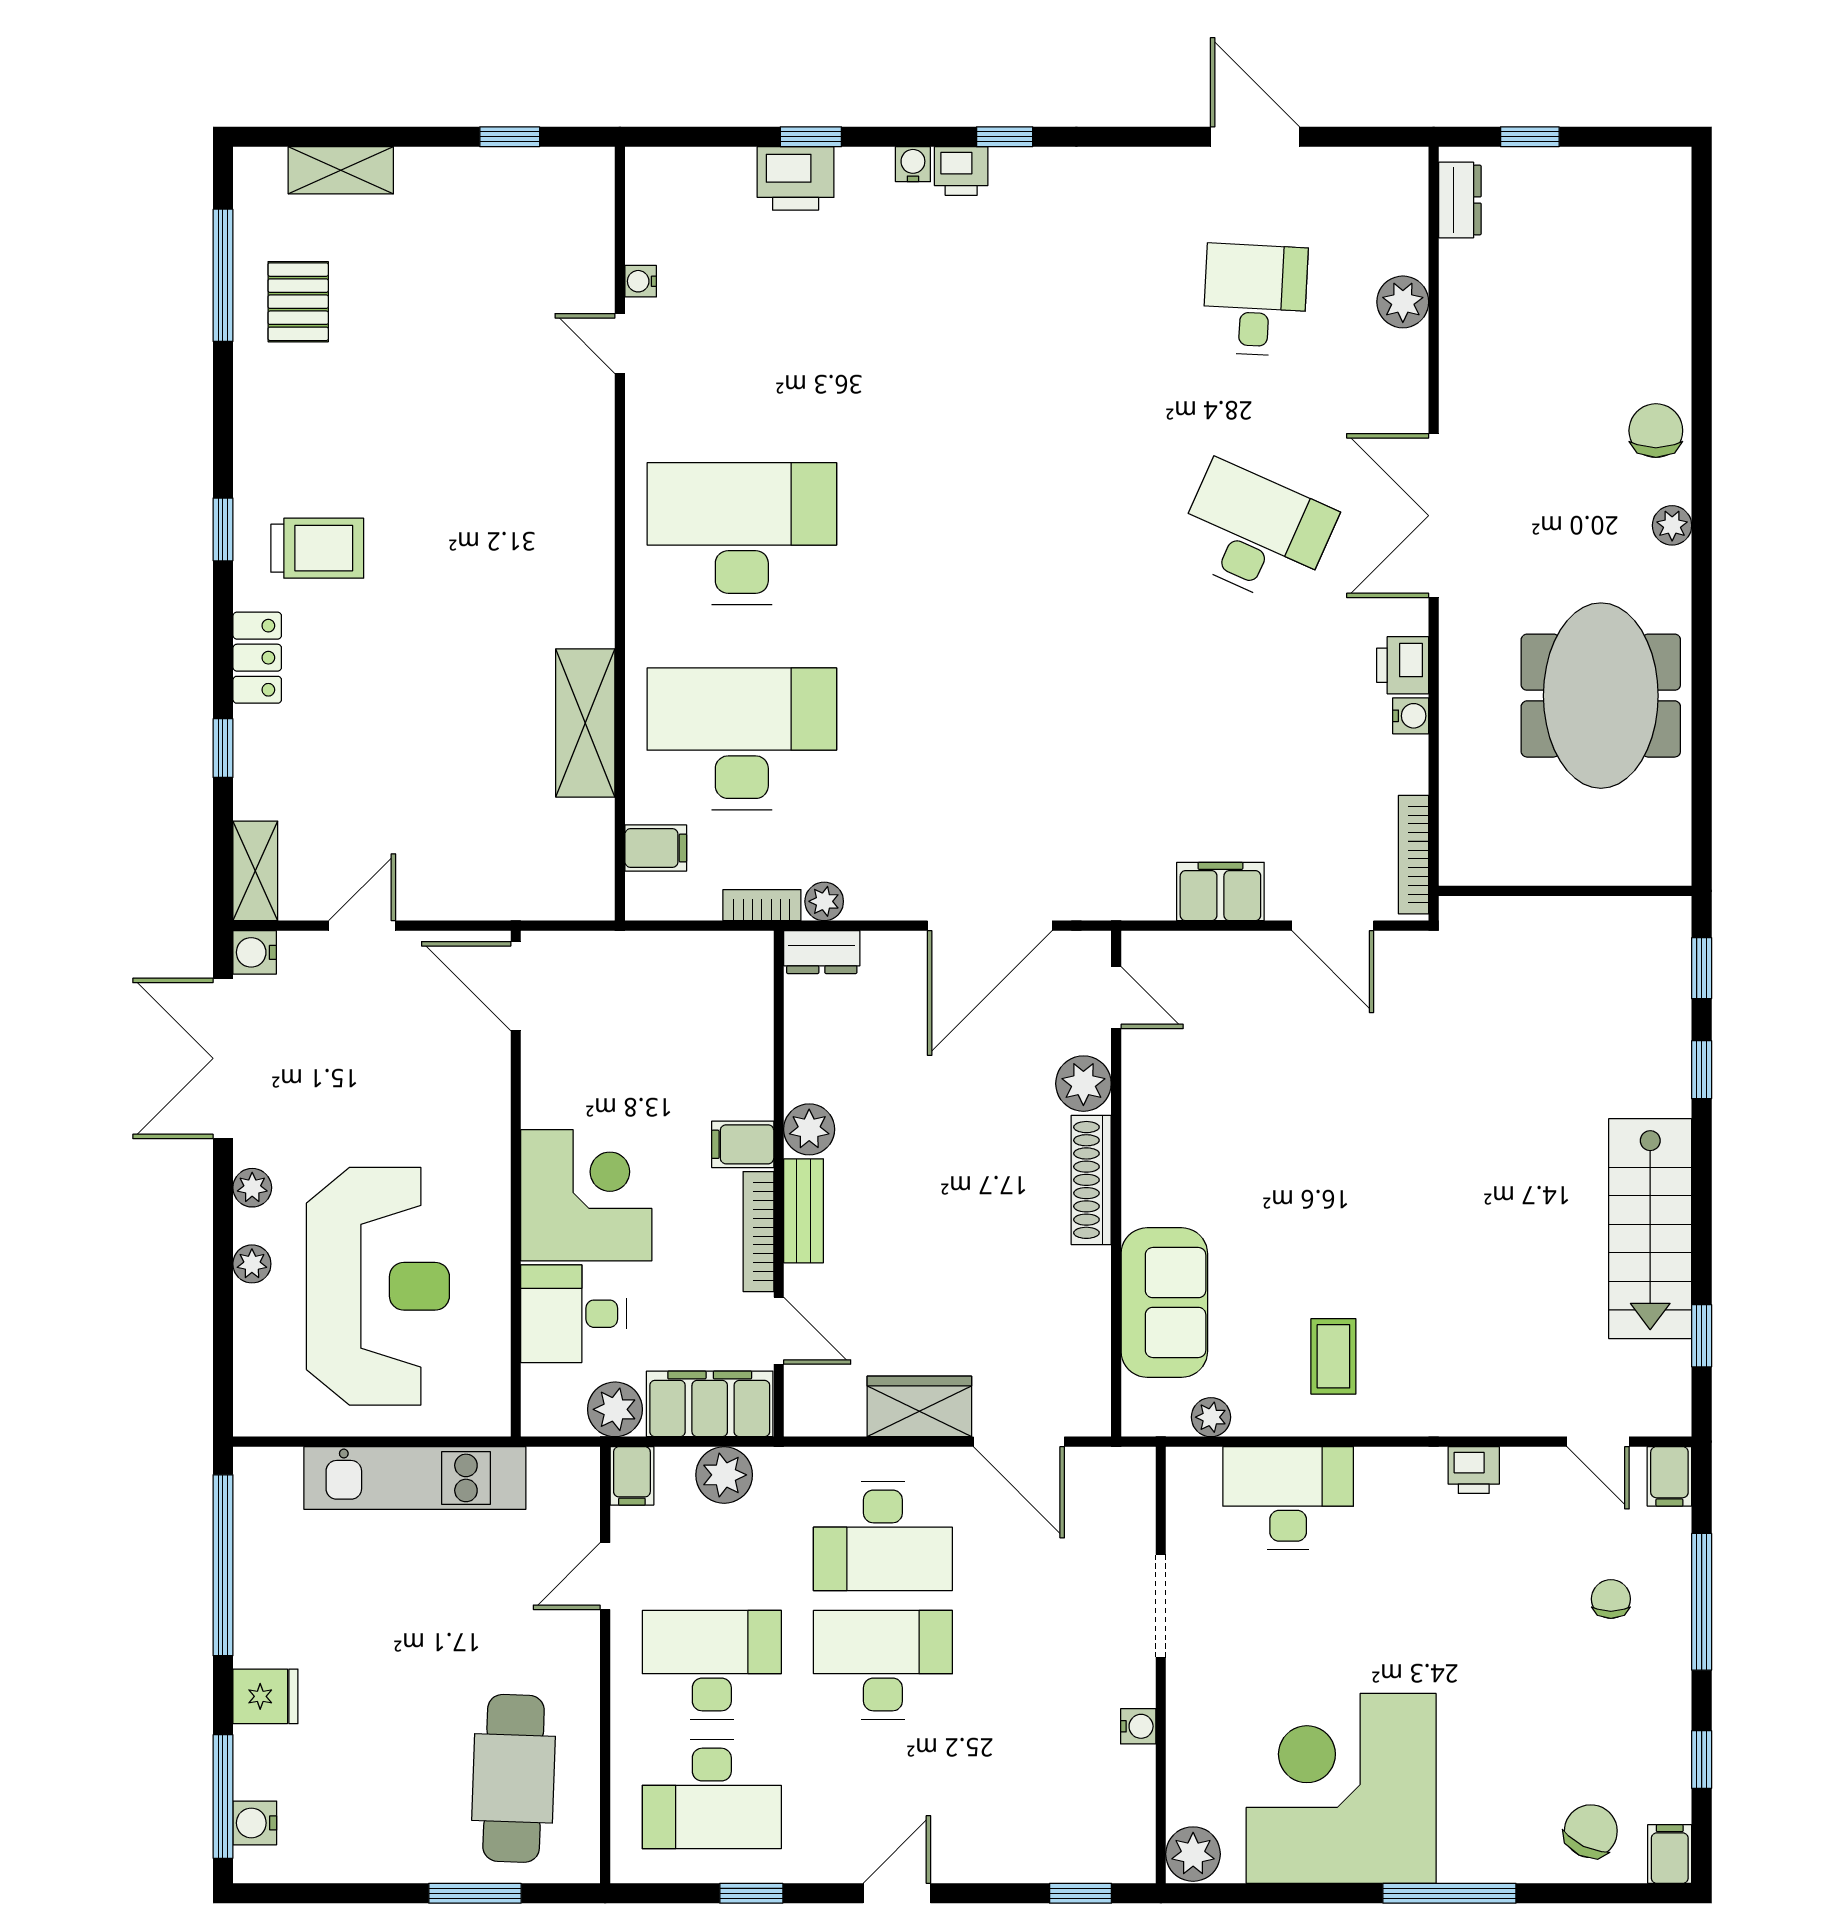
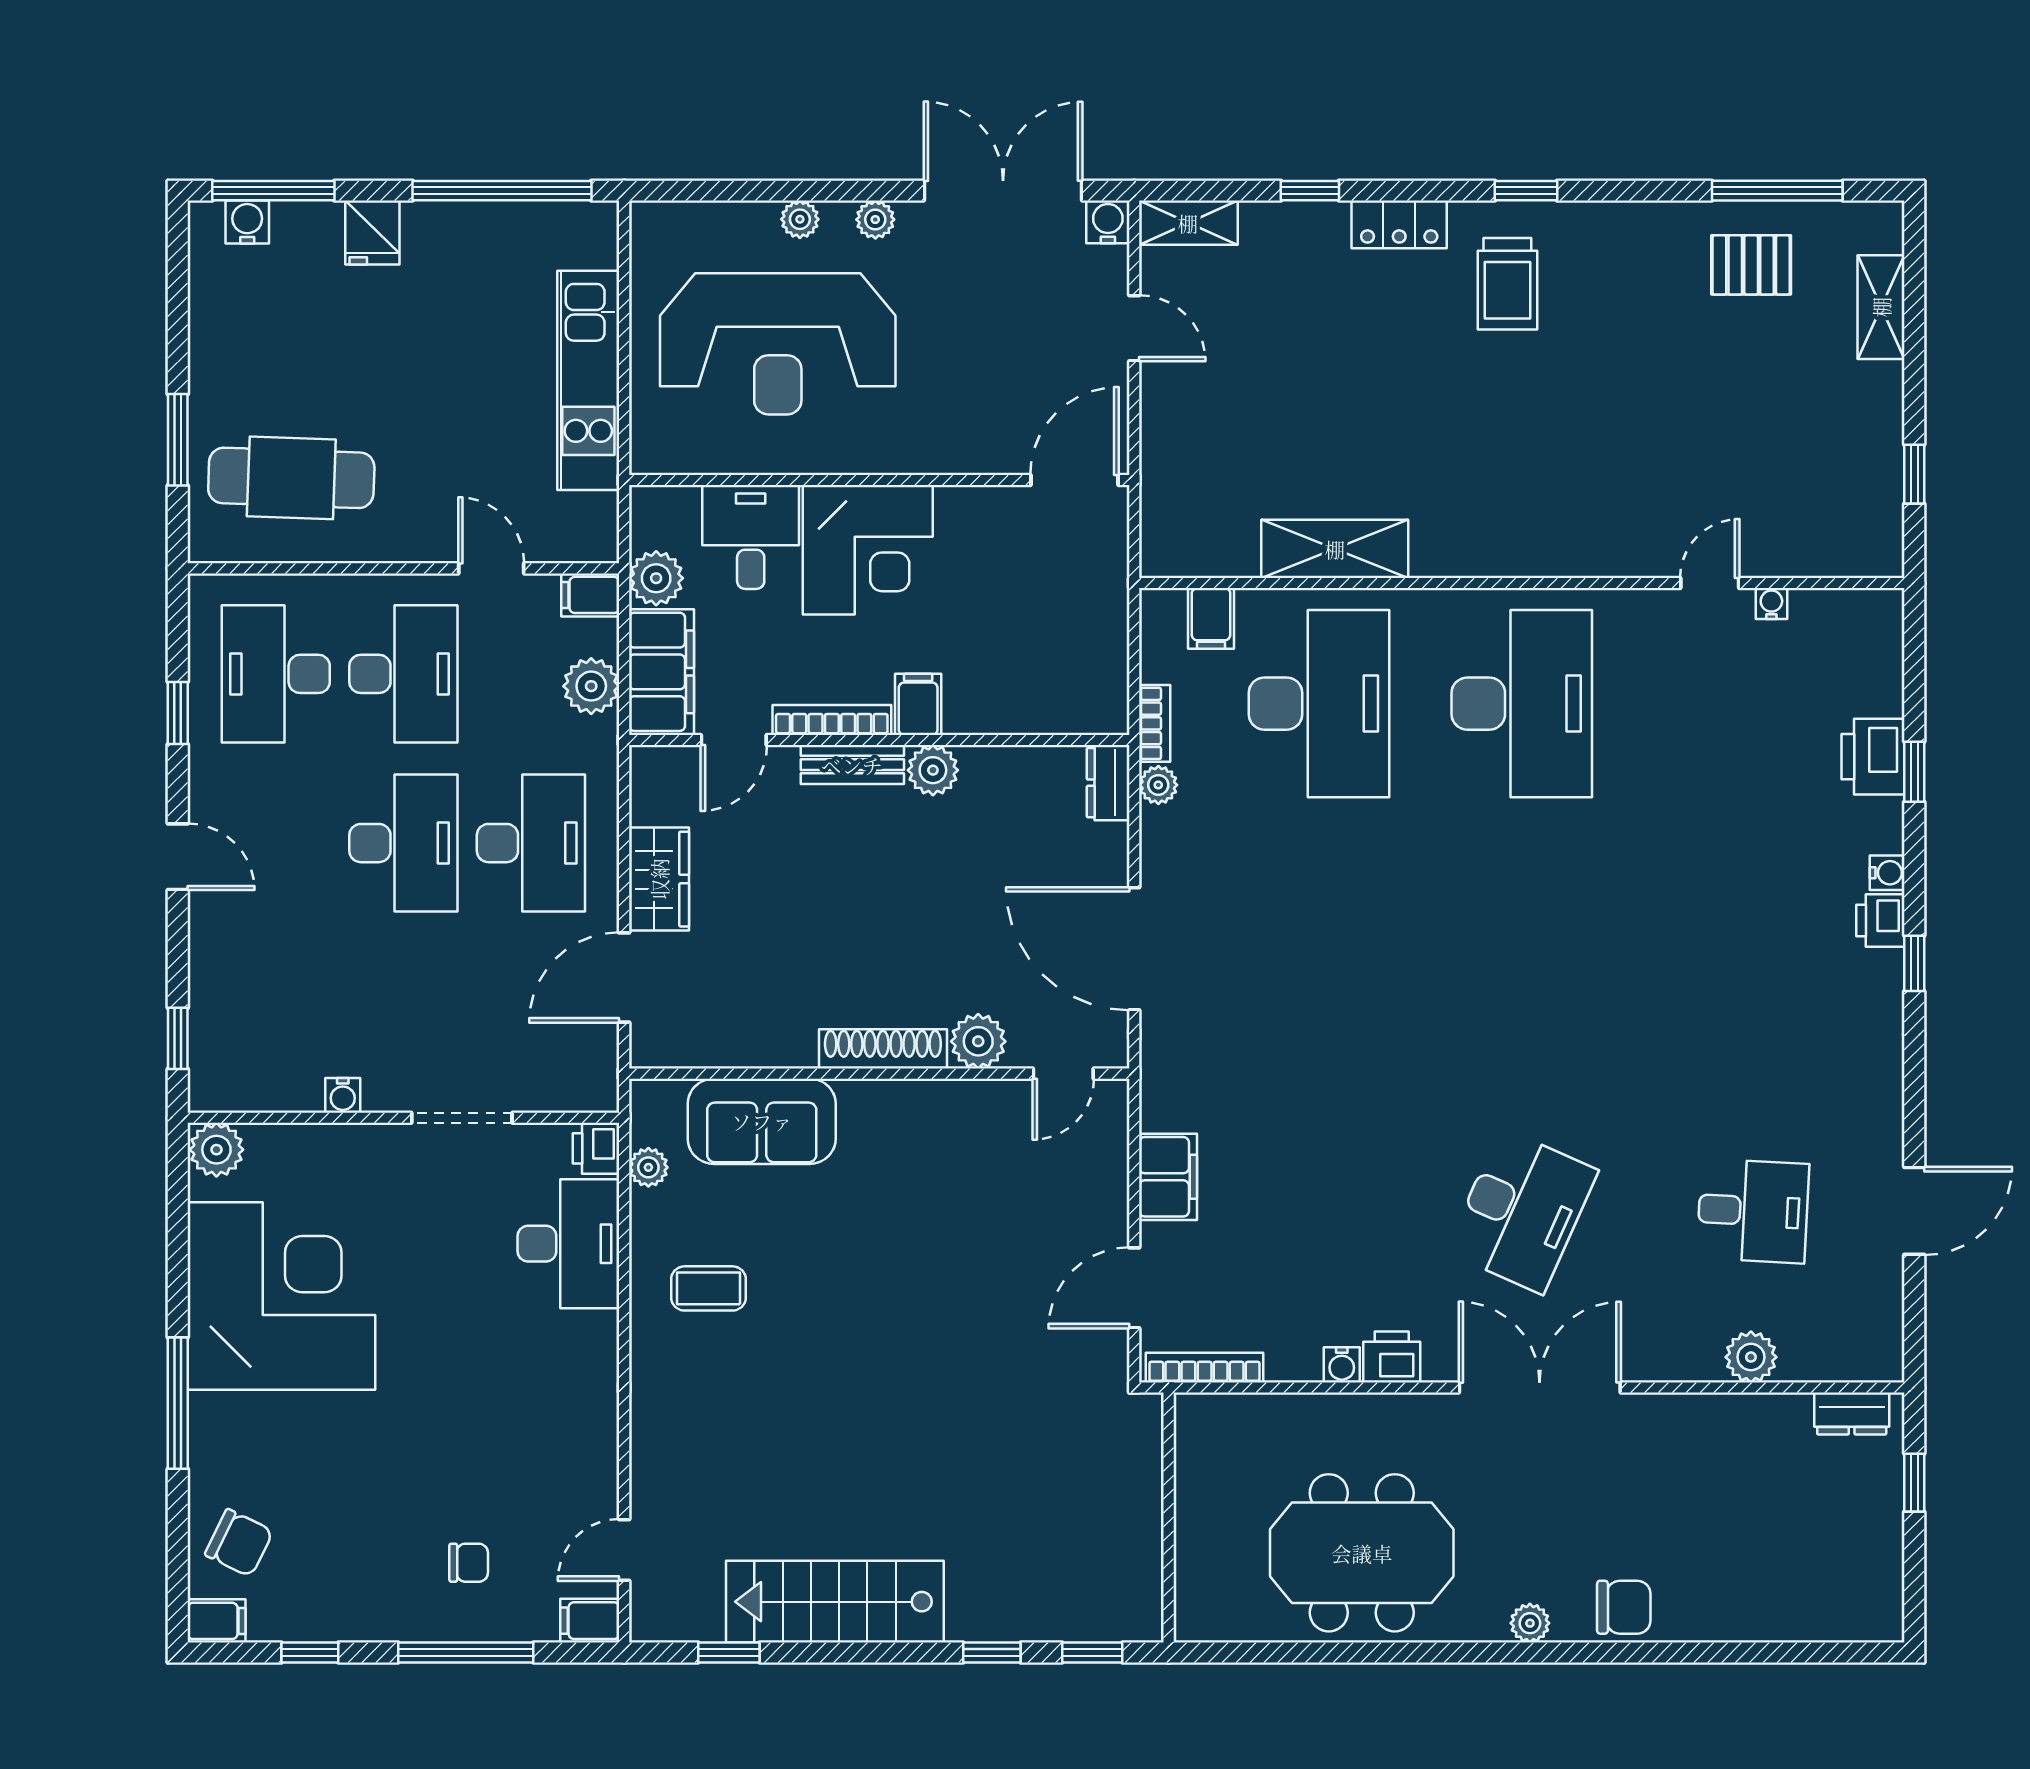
printer: (1474, 1470) -> (596, 1148), moved
desk: (883, 1536) -> (531, 843), turned 180

